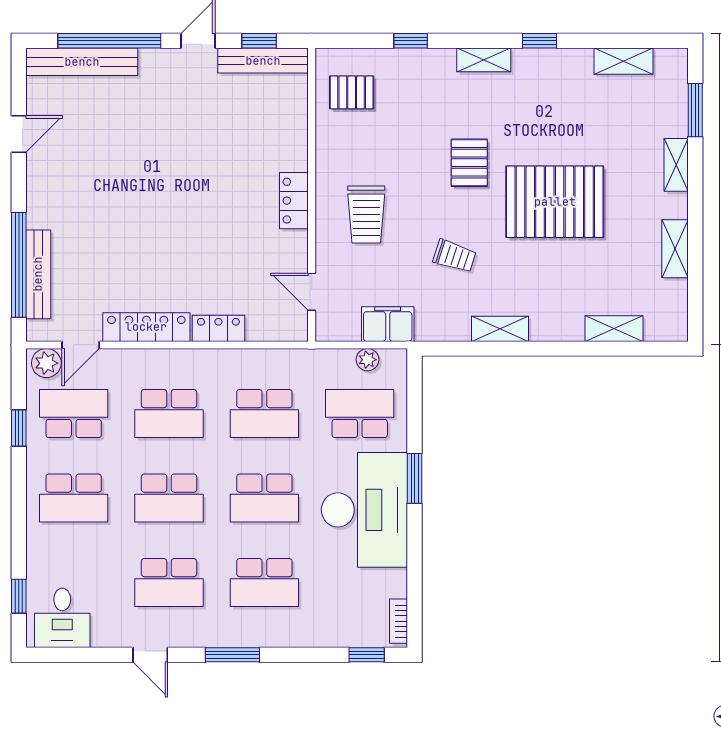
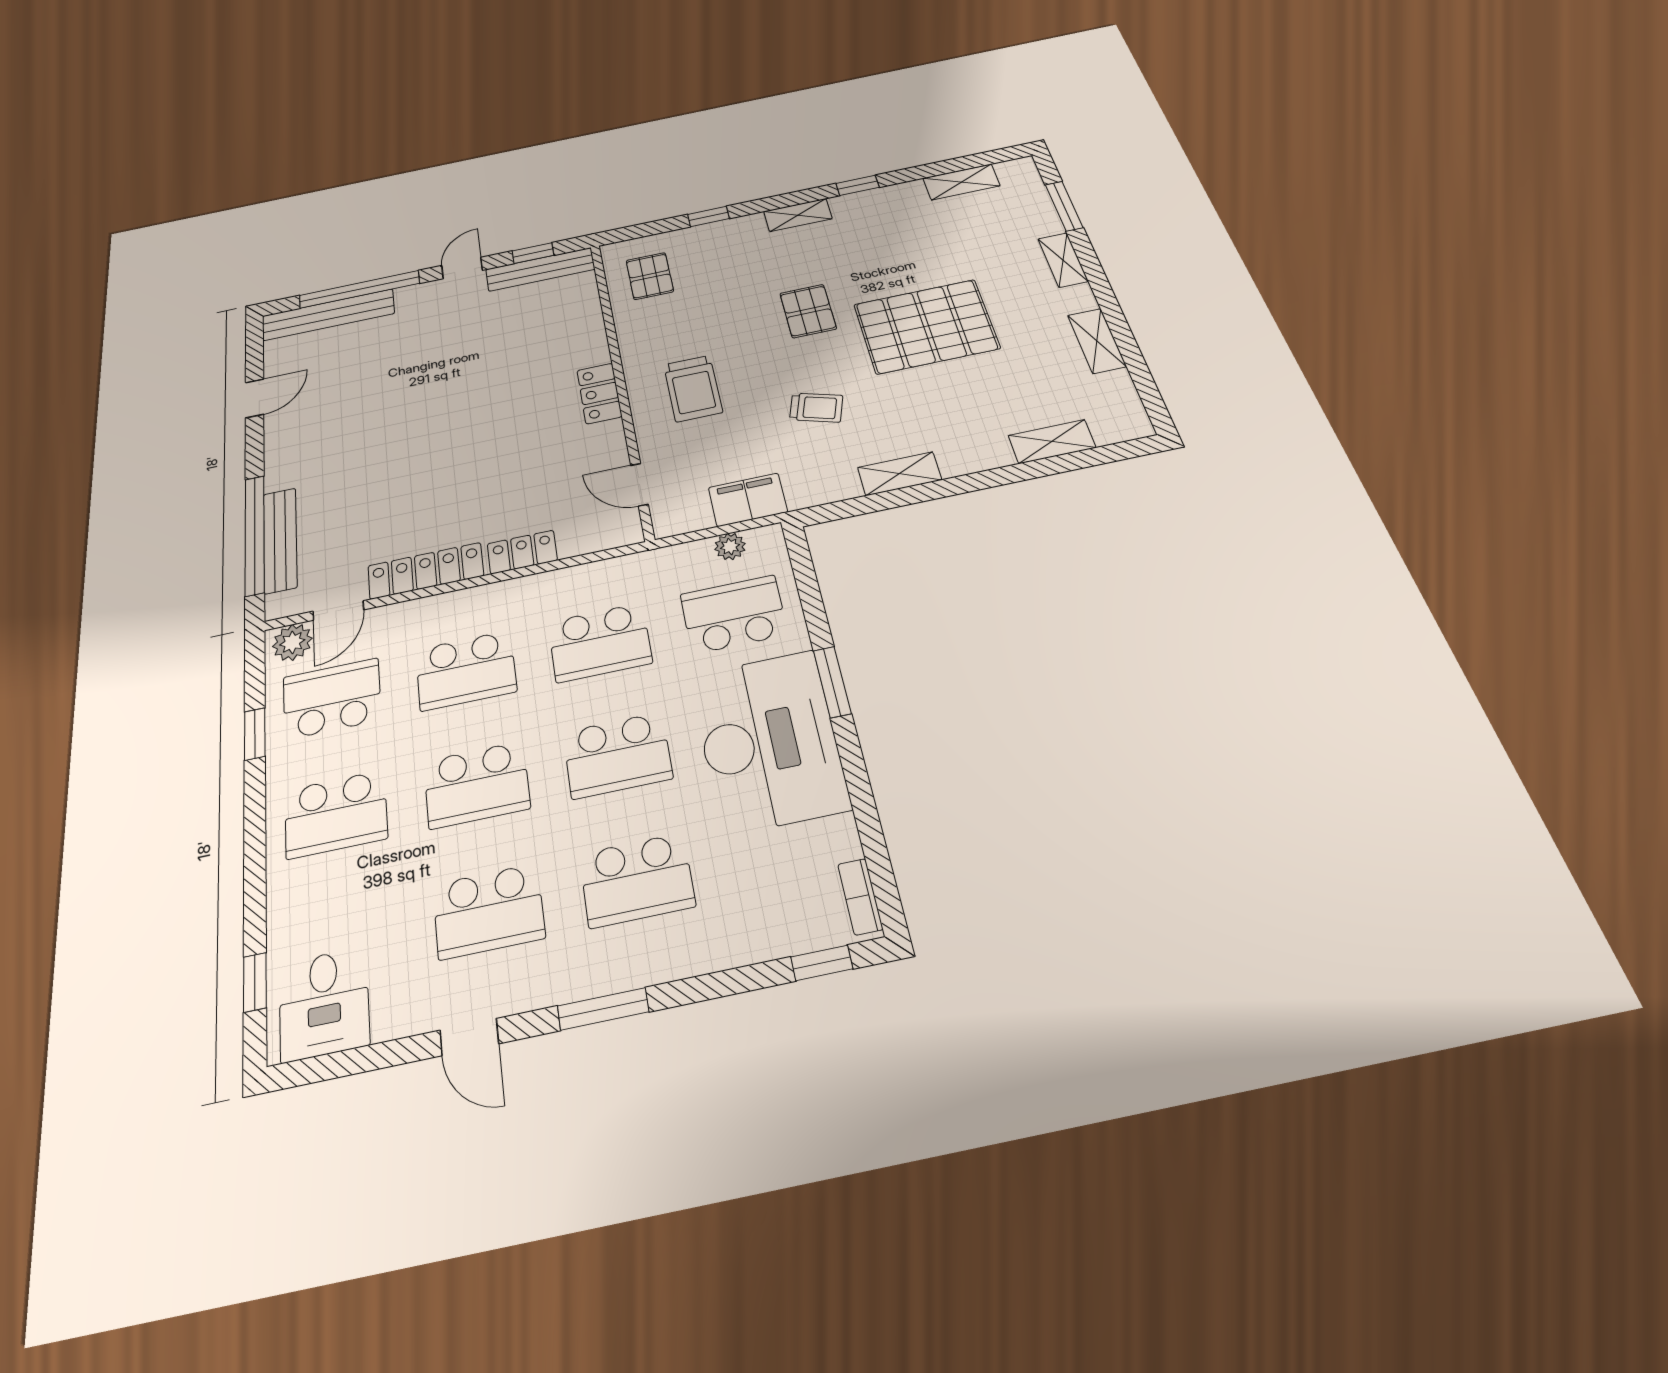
pallet: (352, 92) -> (650, 276), turned 90

